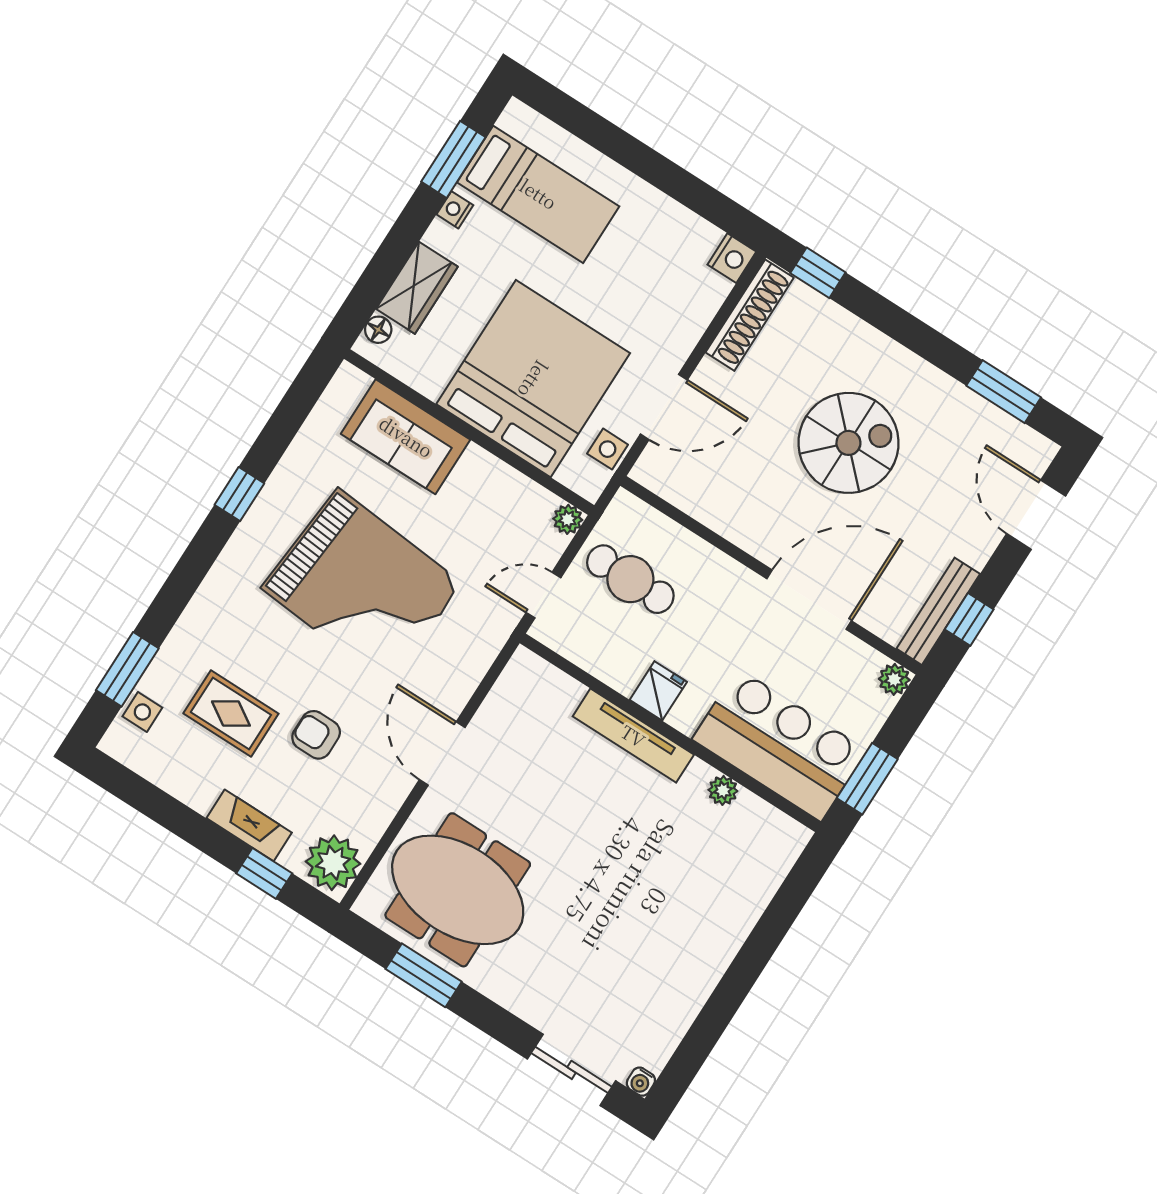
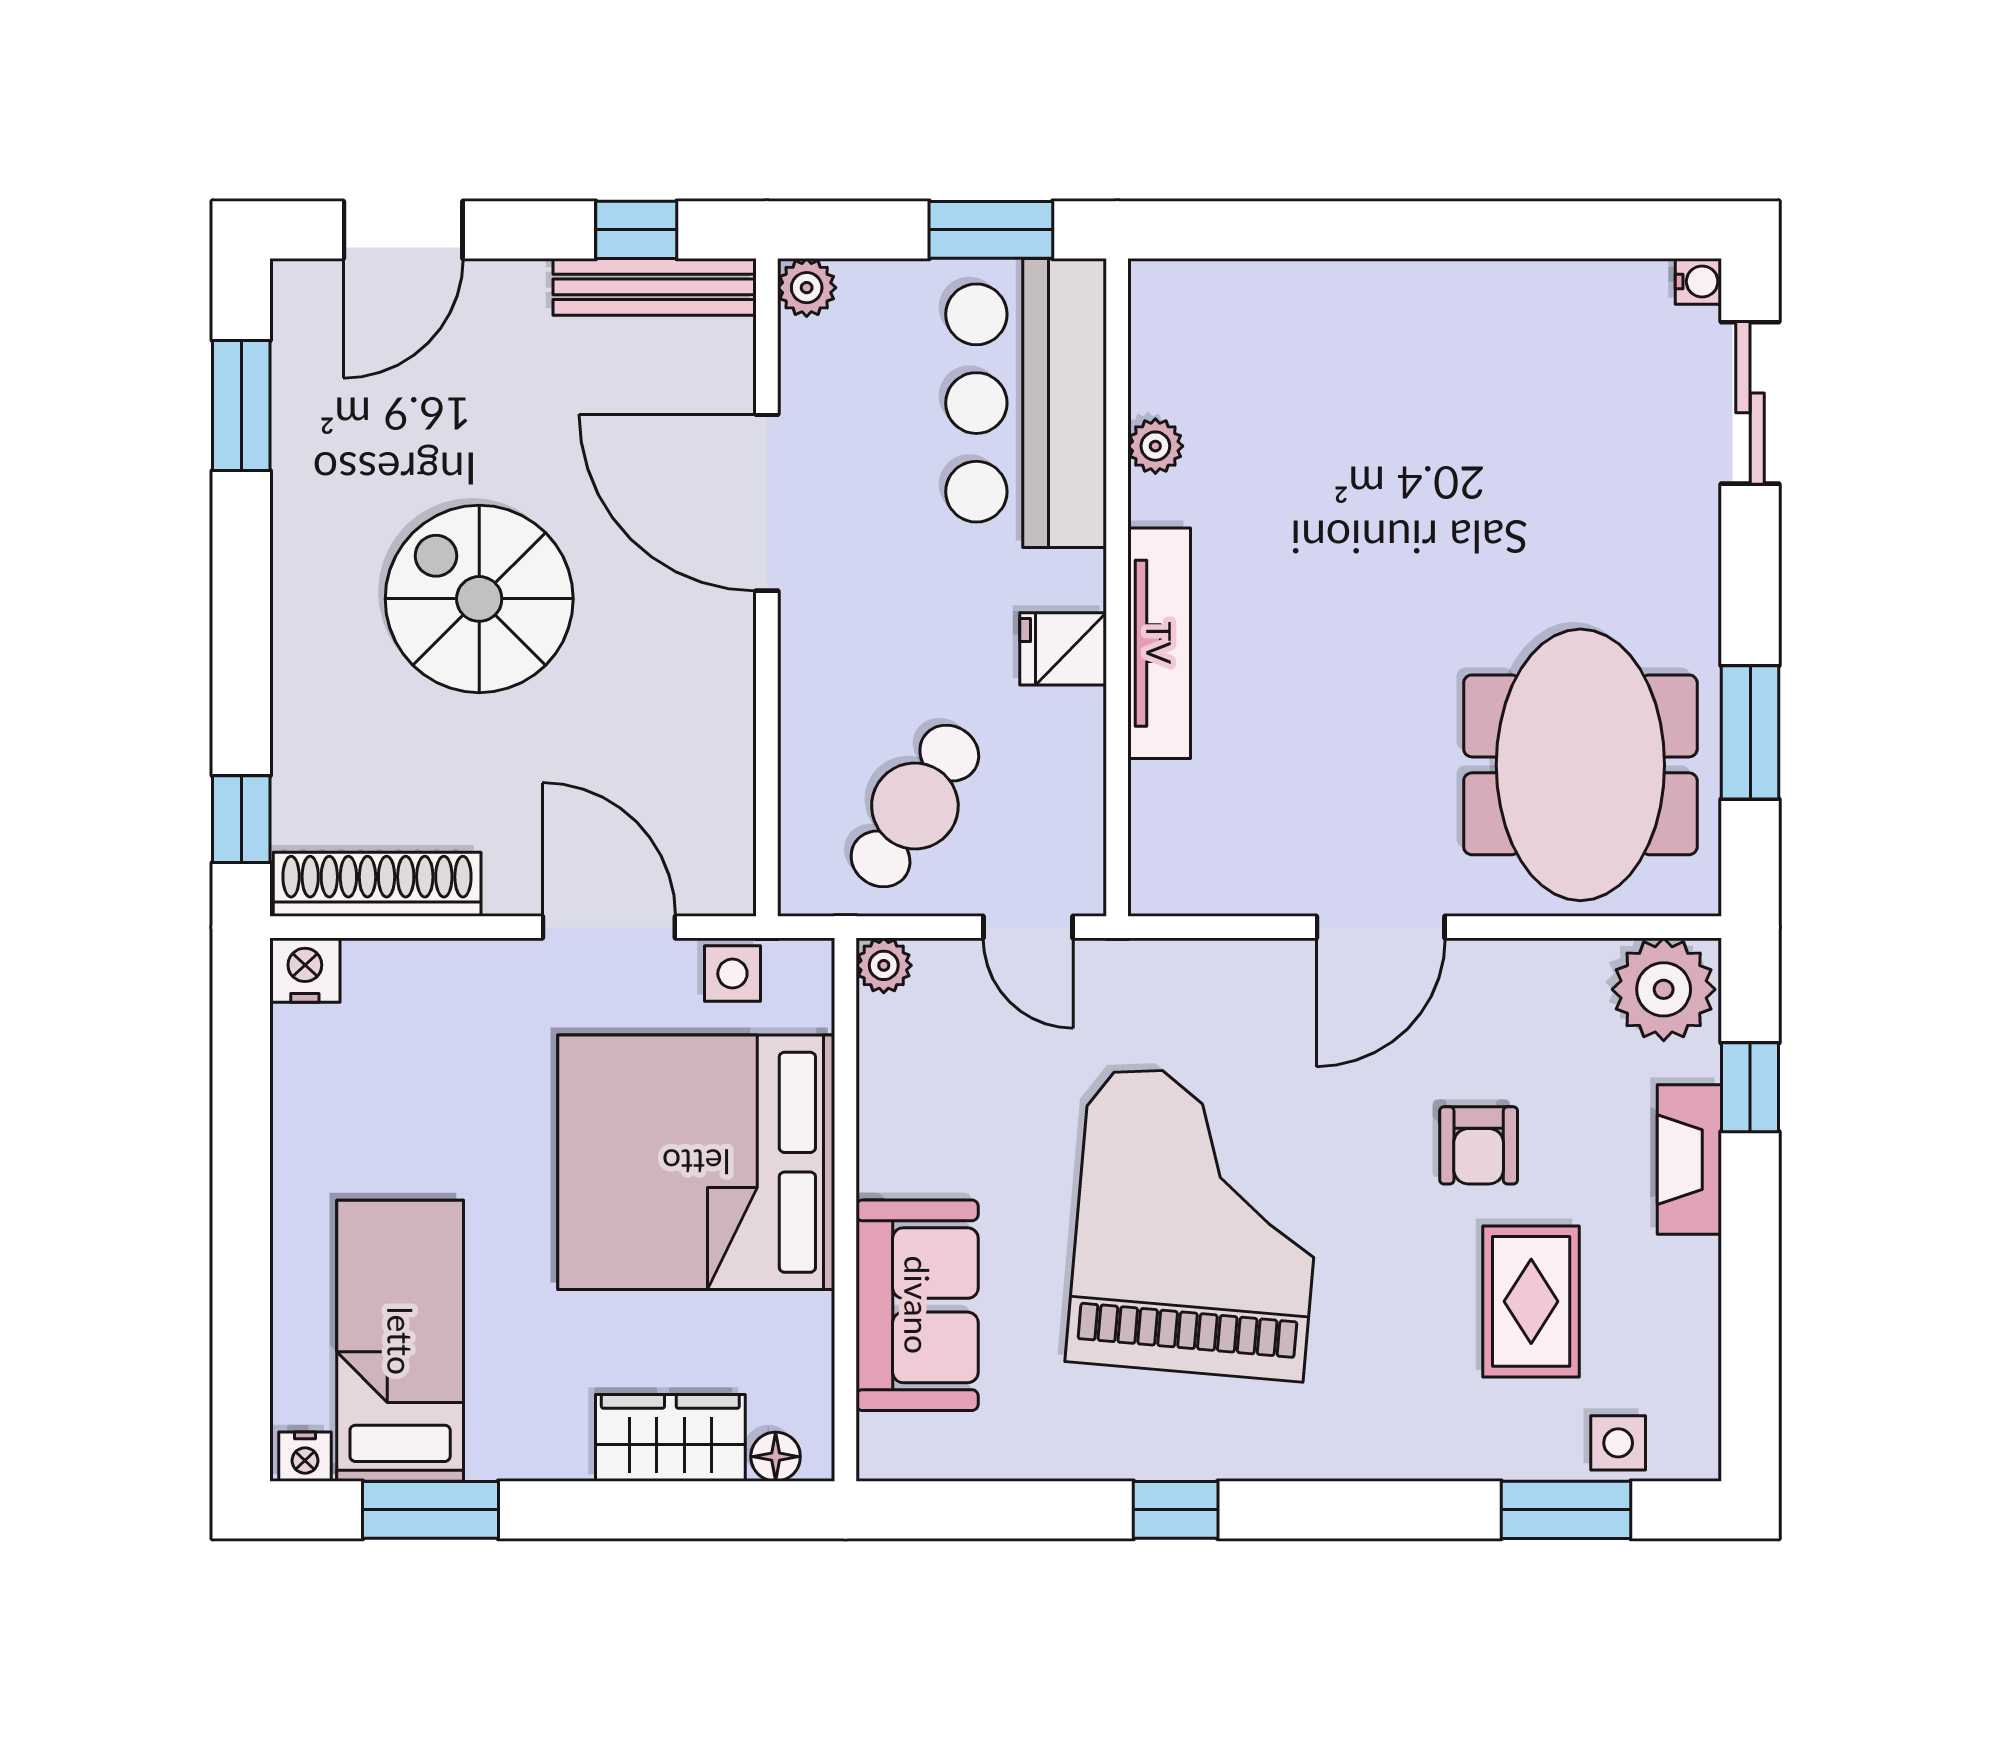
nightstand: (455, 210) -> (305, 1457), moved
cafe table: (630, 579) -> (915, 806), turned 33

